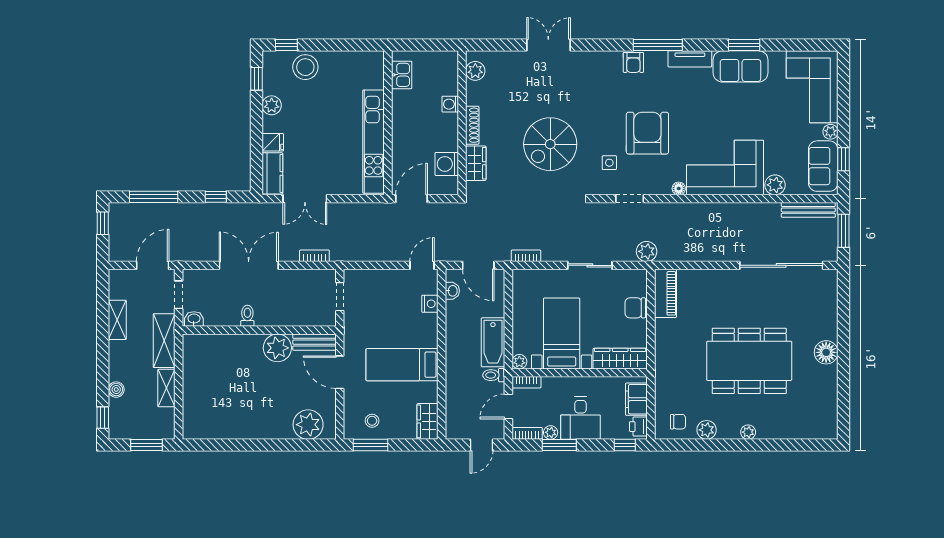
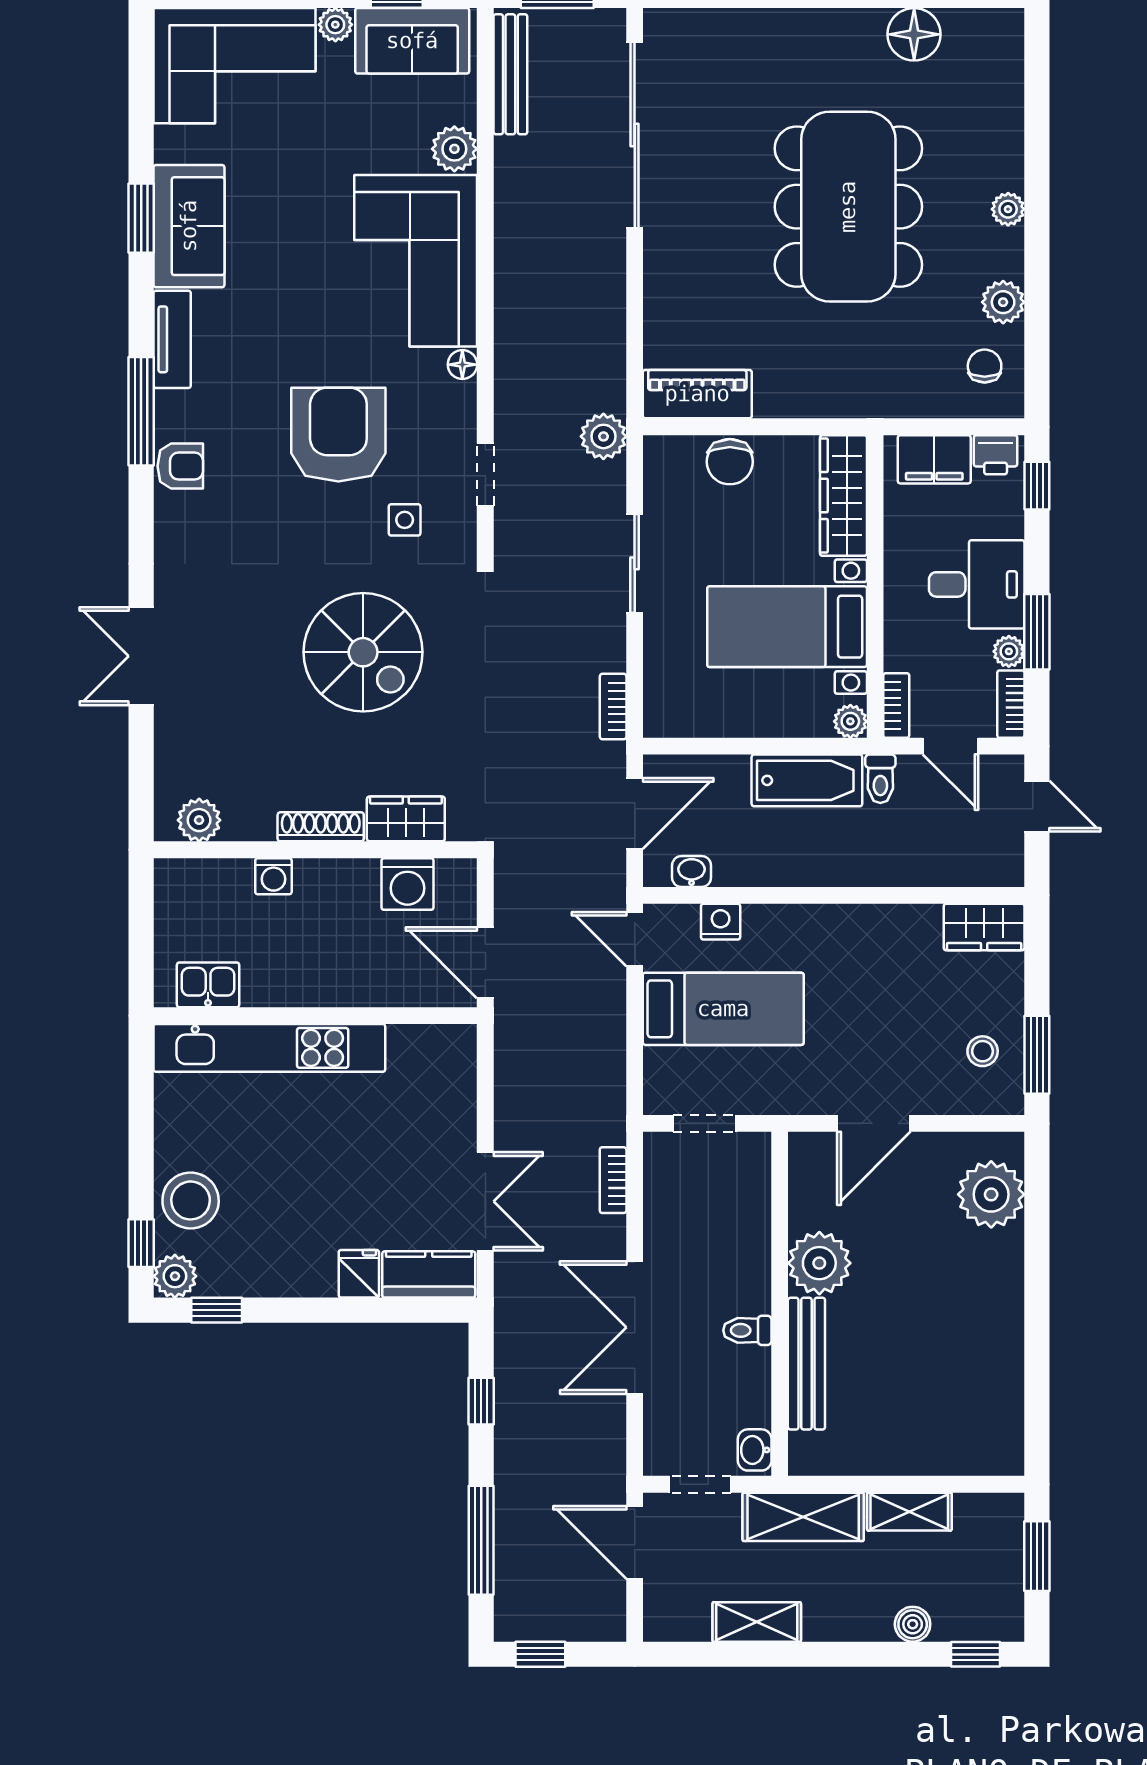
plant: (272, 105) -> (175, 1276), moved
armchair: (647, 133) -> (338, 435), turned 90
kitchen unit: (374, 142) -> (269, 1048), moved
bench: (314, 342) -> (806, 1364), moved, width x1.36
floor lamp: (826, 352) -> (914, 34), moved
bed: (402, 365) -> (723, 1009), moved, turned -90

